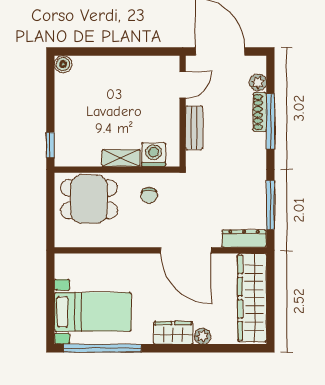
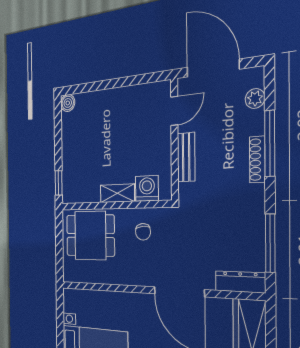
shoe rack: (260, 112) -> (257, 159), moved

